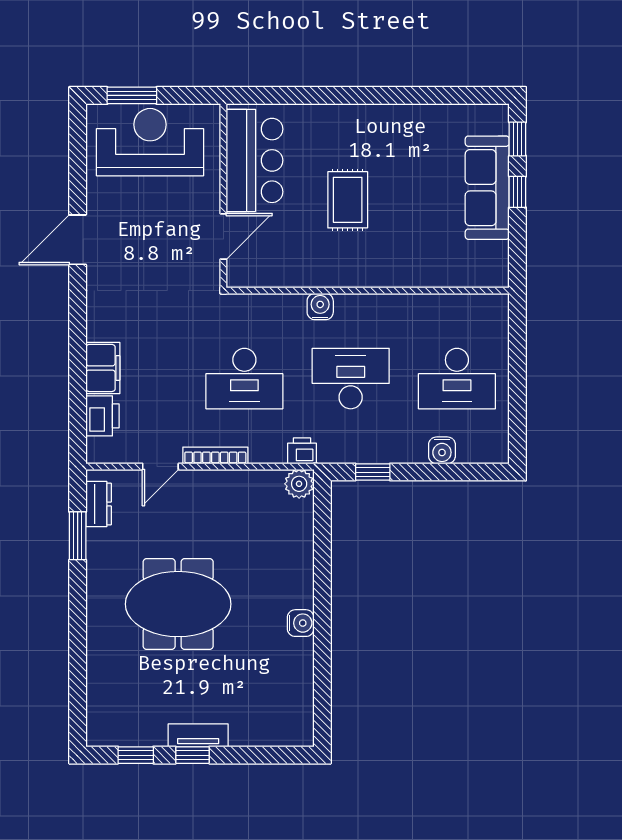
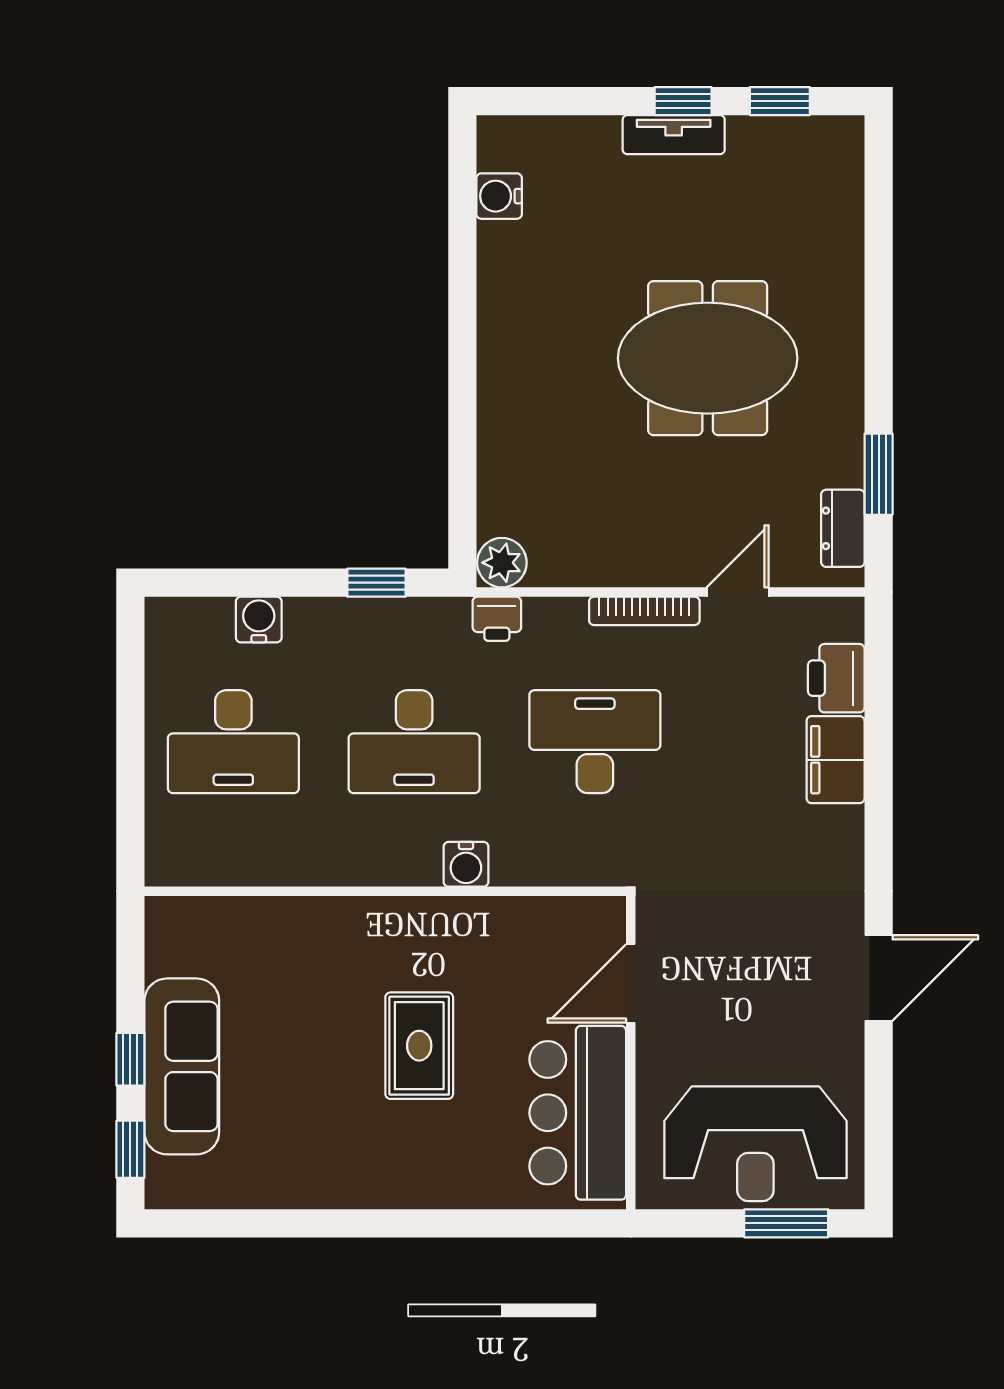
desk: (457, 379) -> (233, 742), turned 180
water cooler: (301, 623) -> (499, 196), moved

